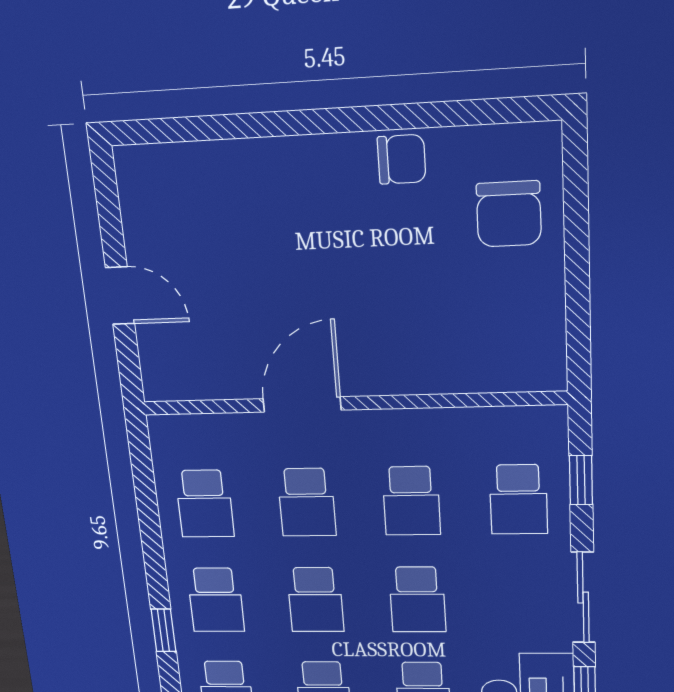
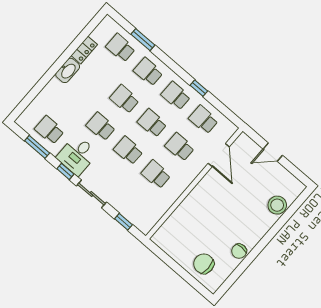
stool: (216, 174) -> (277, 205), added
door: (302, 404) -> (219, 155), moved
school desk: (519, 499) -> (132, 202), removed
window: (163, 630) -> (199, 88), moved

